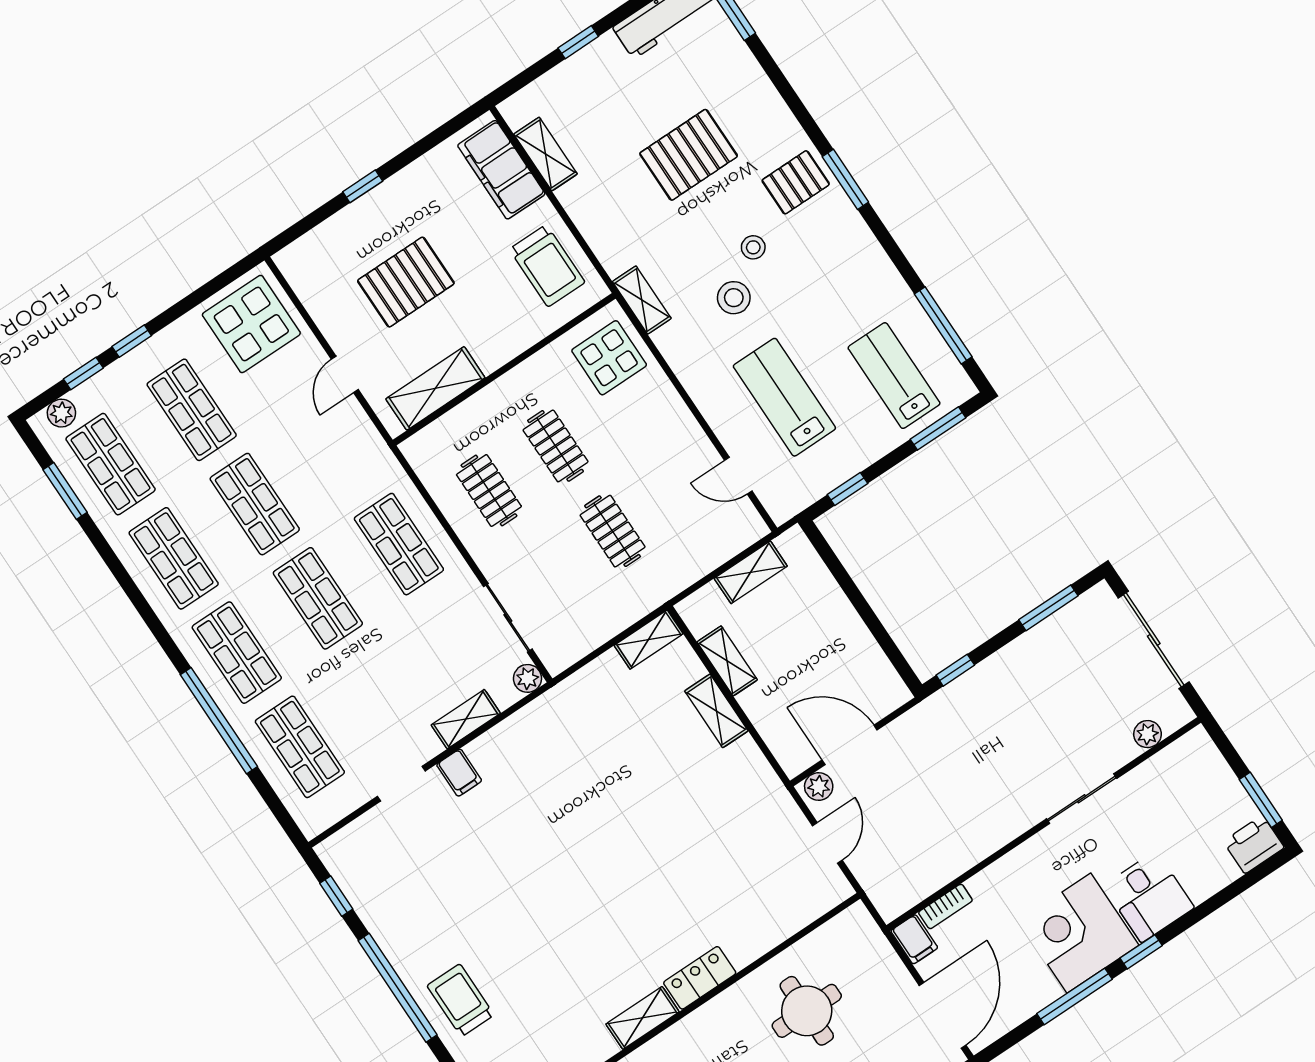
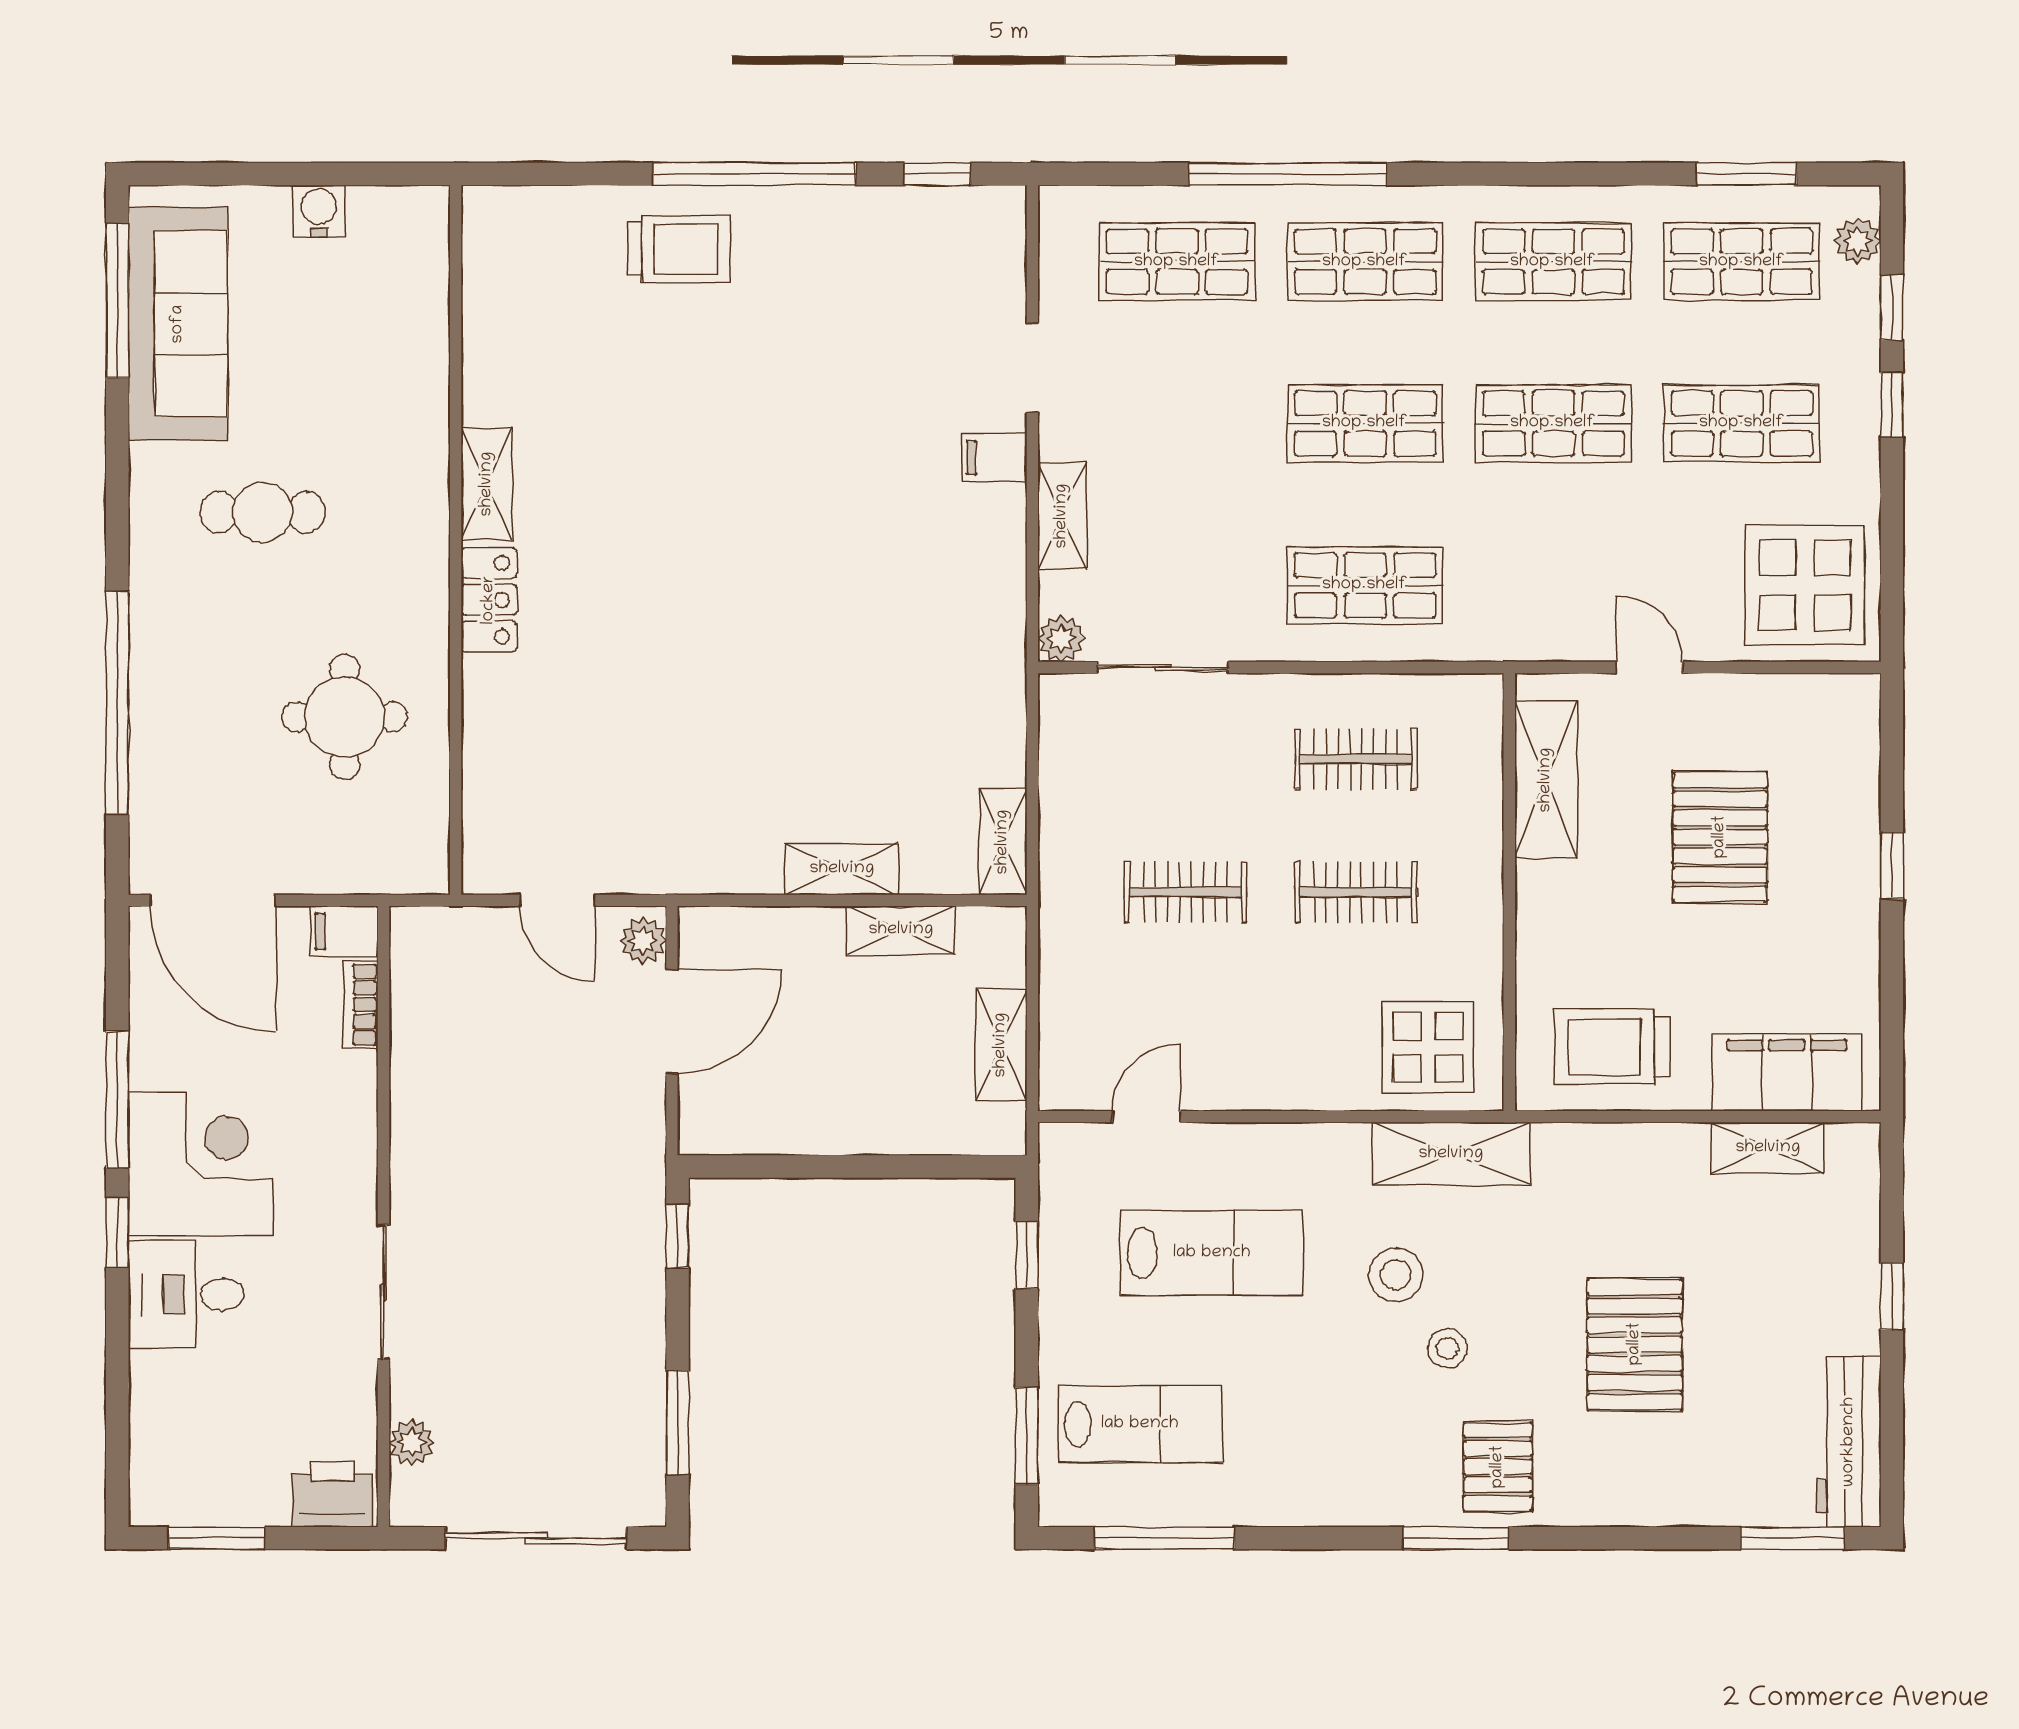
shelving: (642, 300) -> (1451, 1154), width x1.50, depth x1.33
printer: (1254, 844) -> (332, 1494), moved, turned -90

